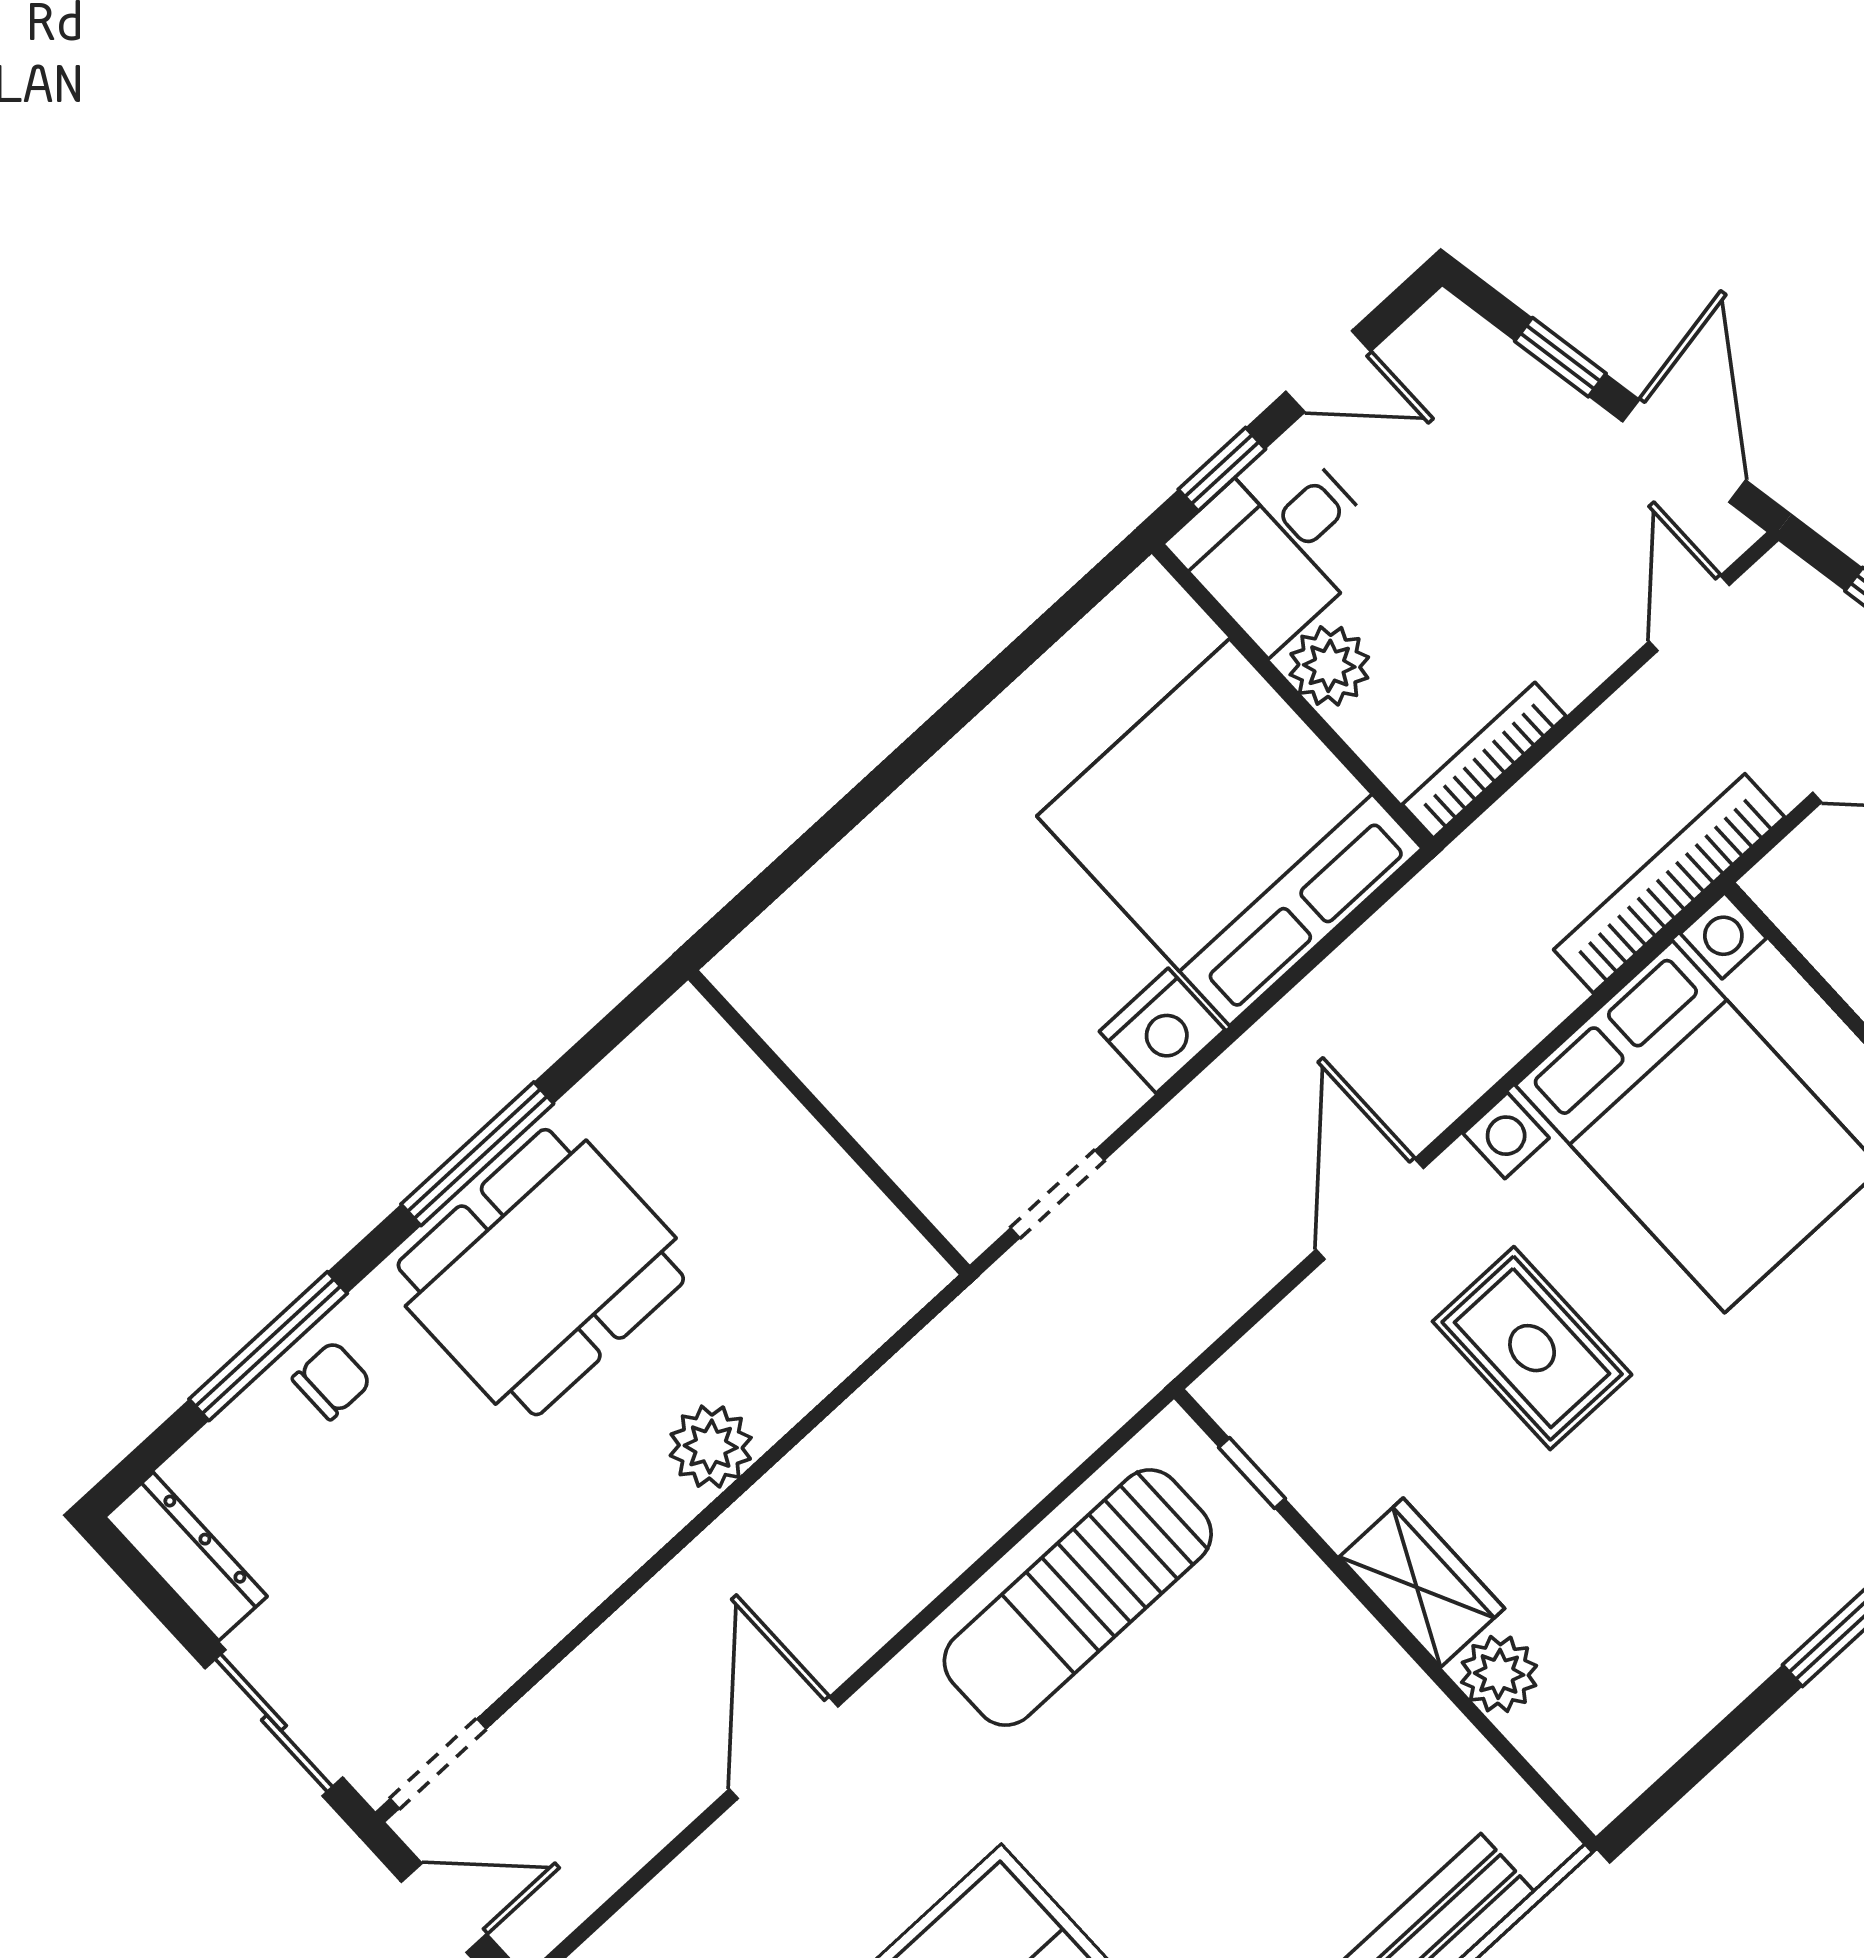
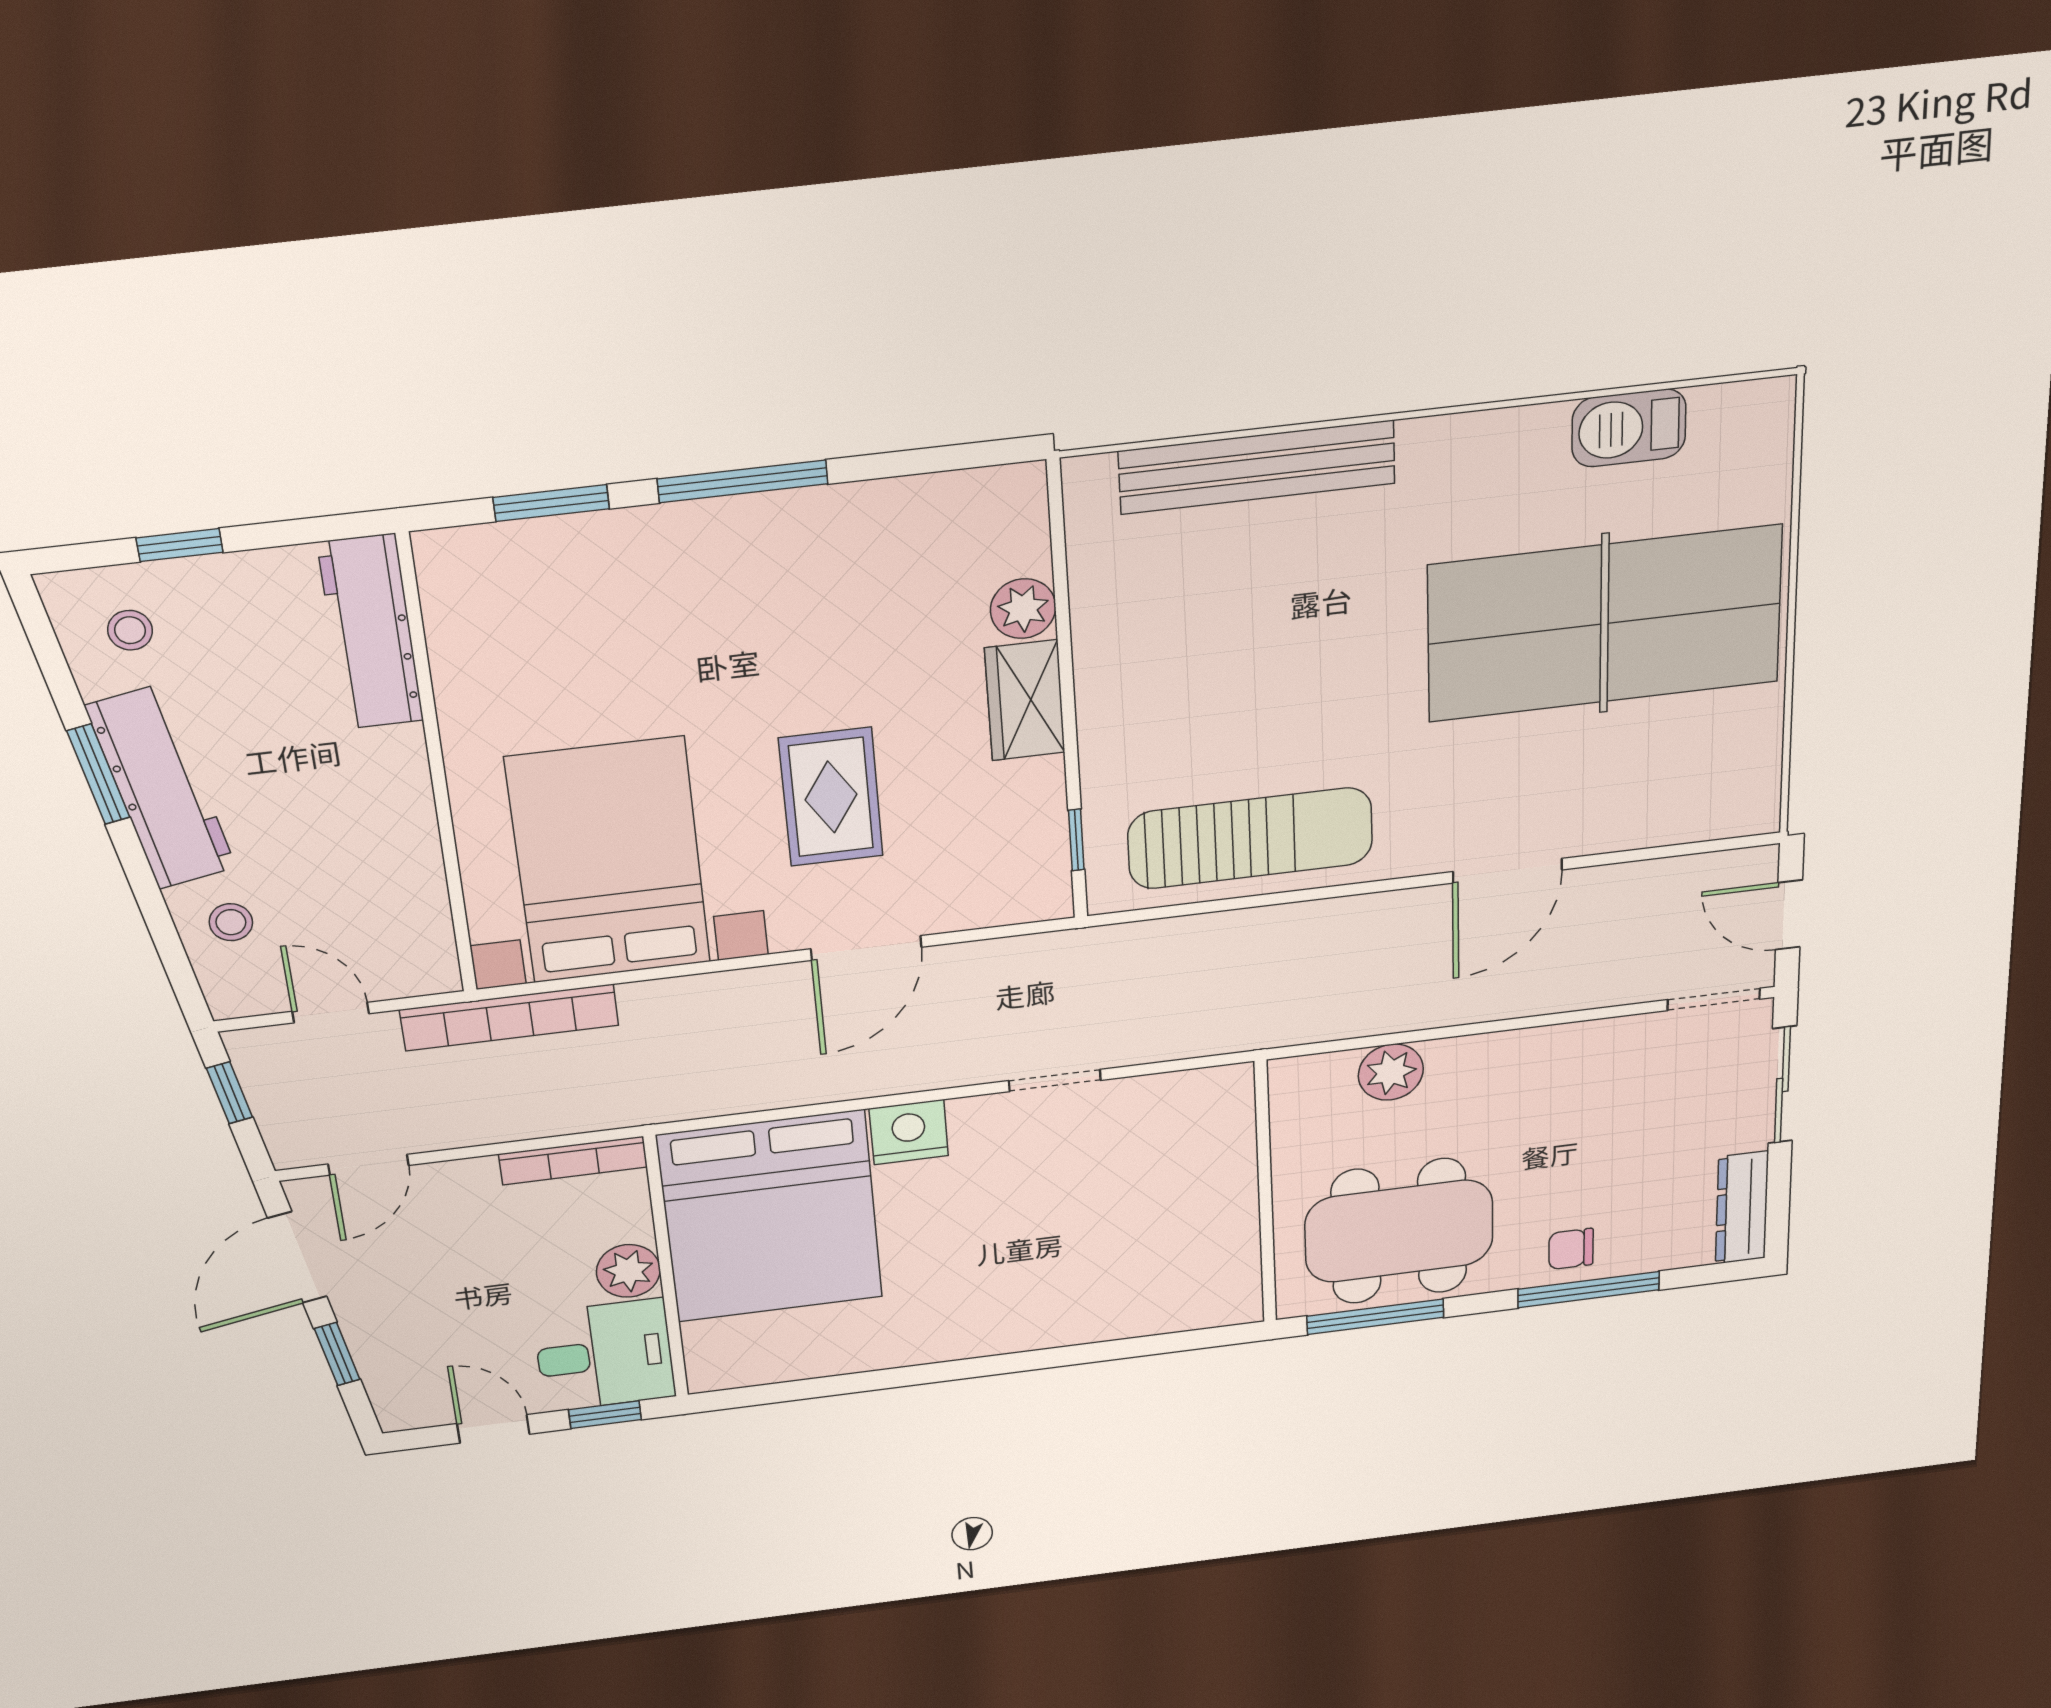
wall: (829, 1122) -> (1265, 1193), moved

